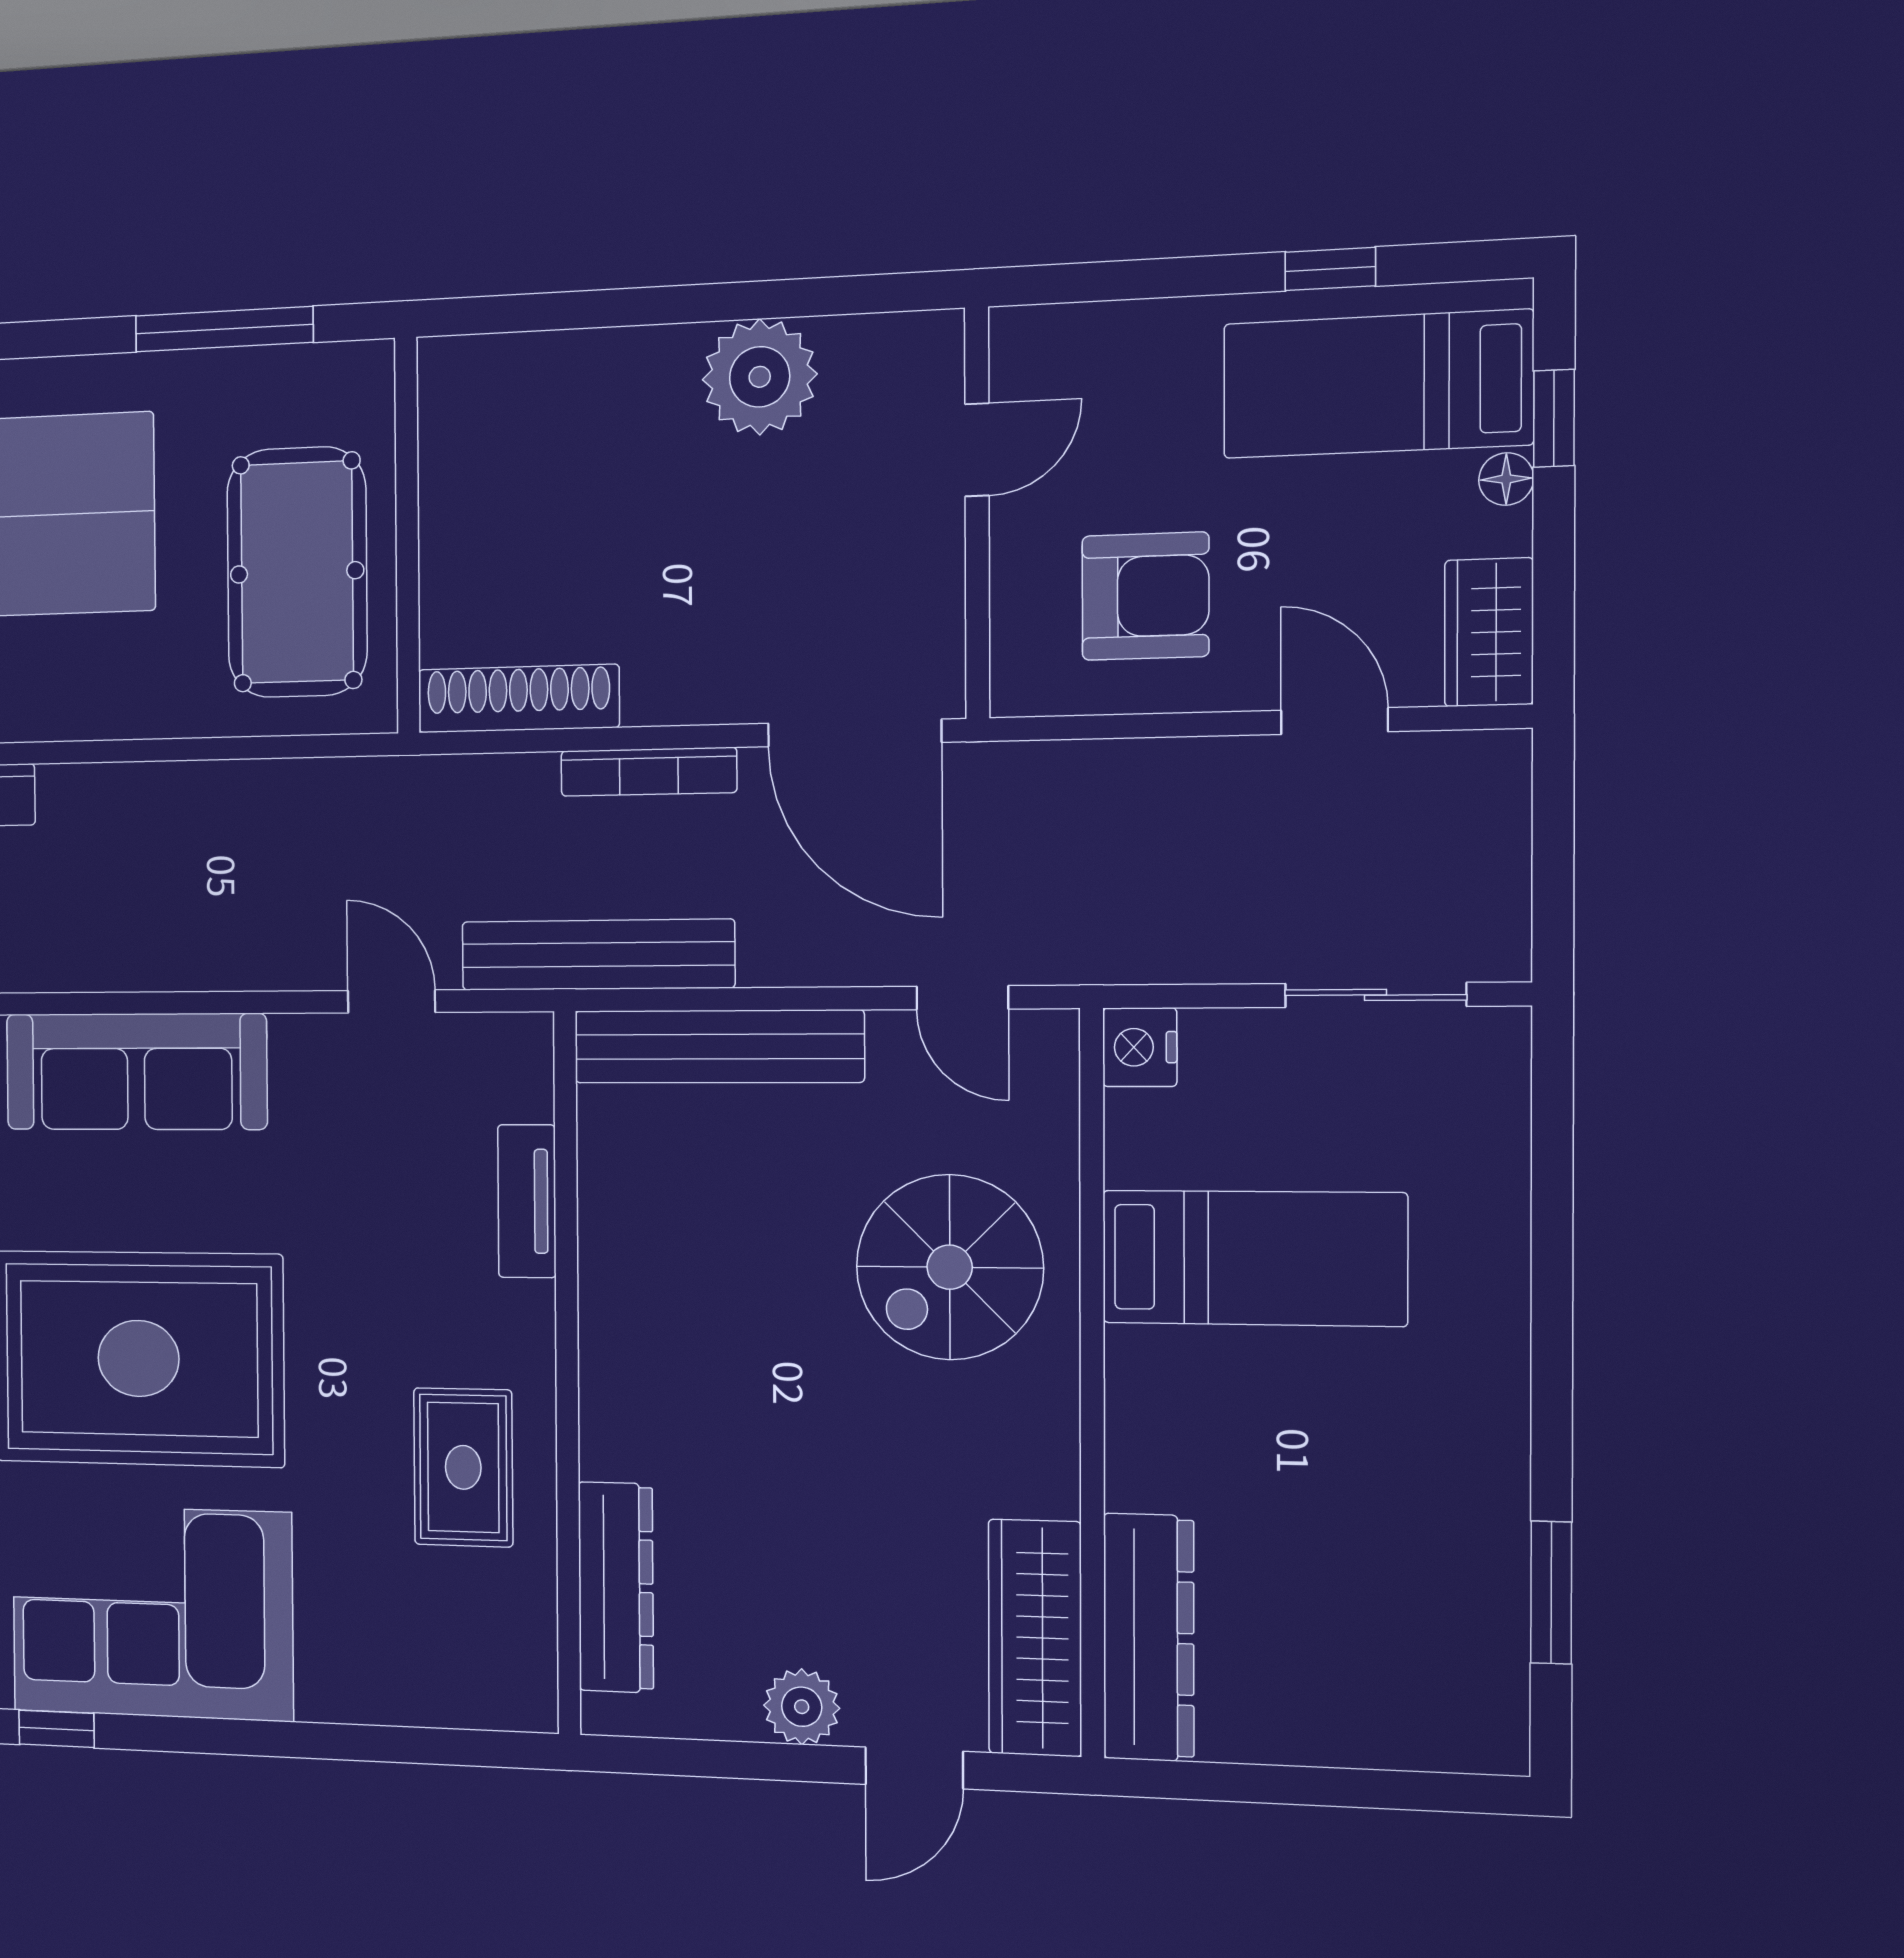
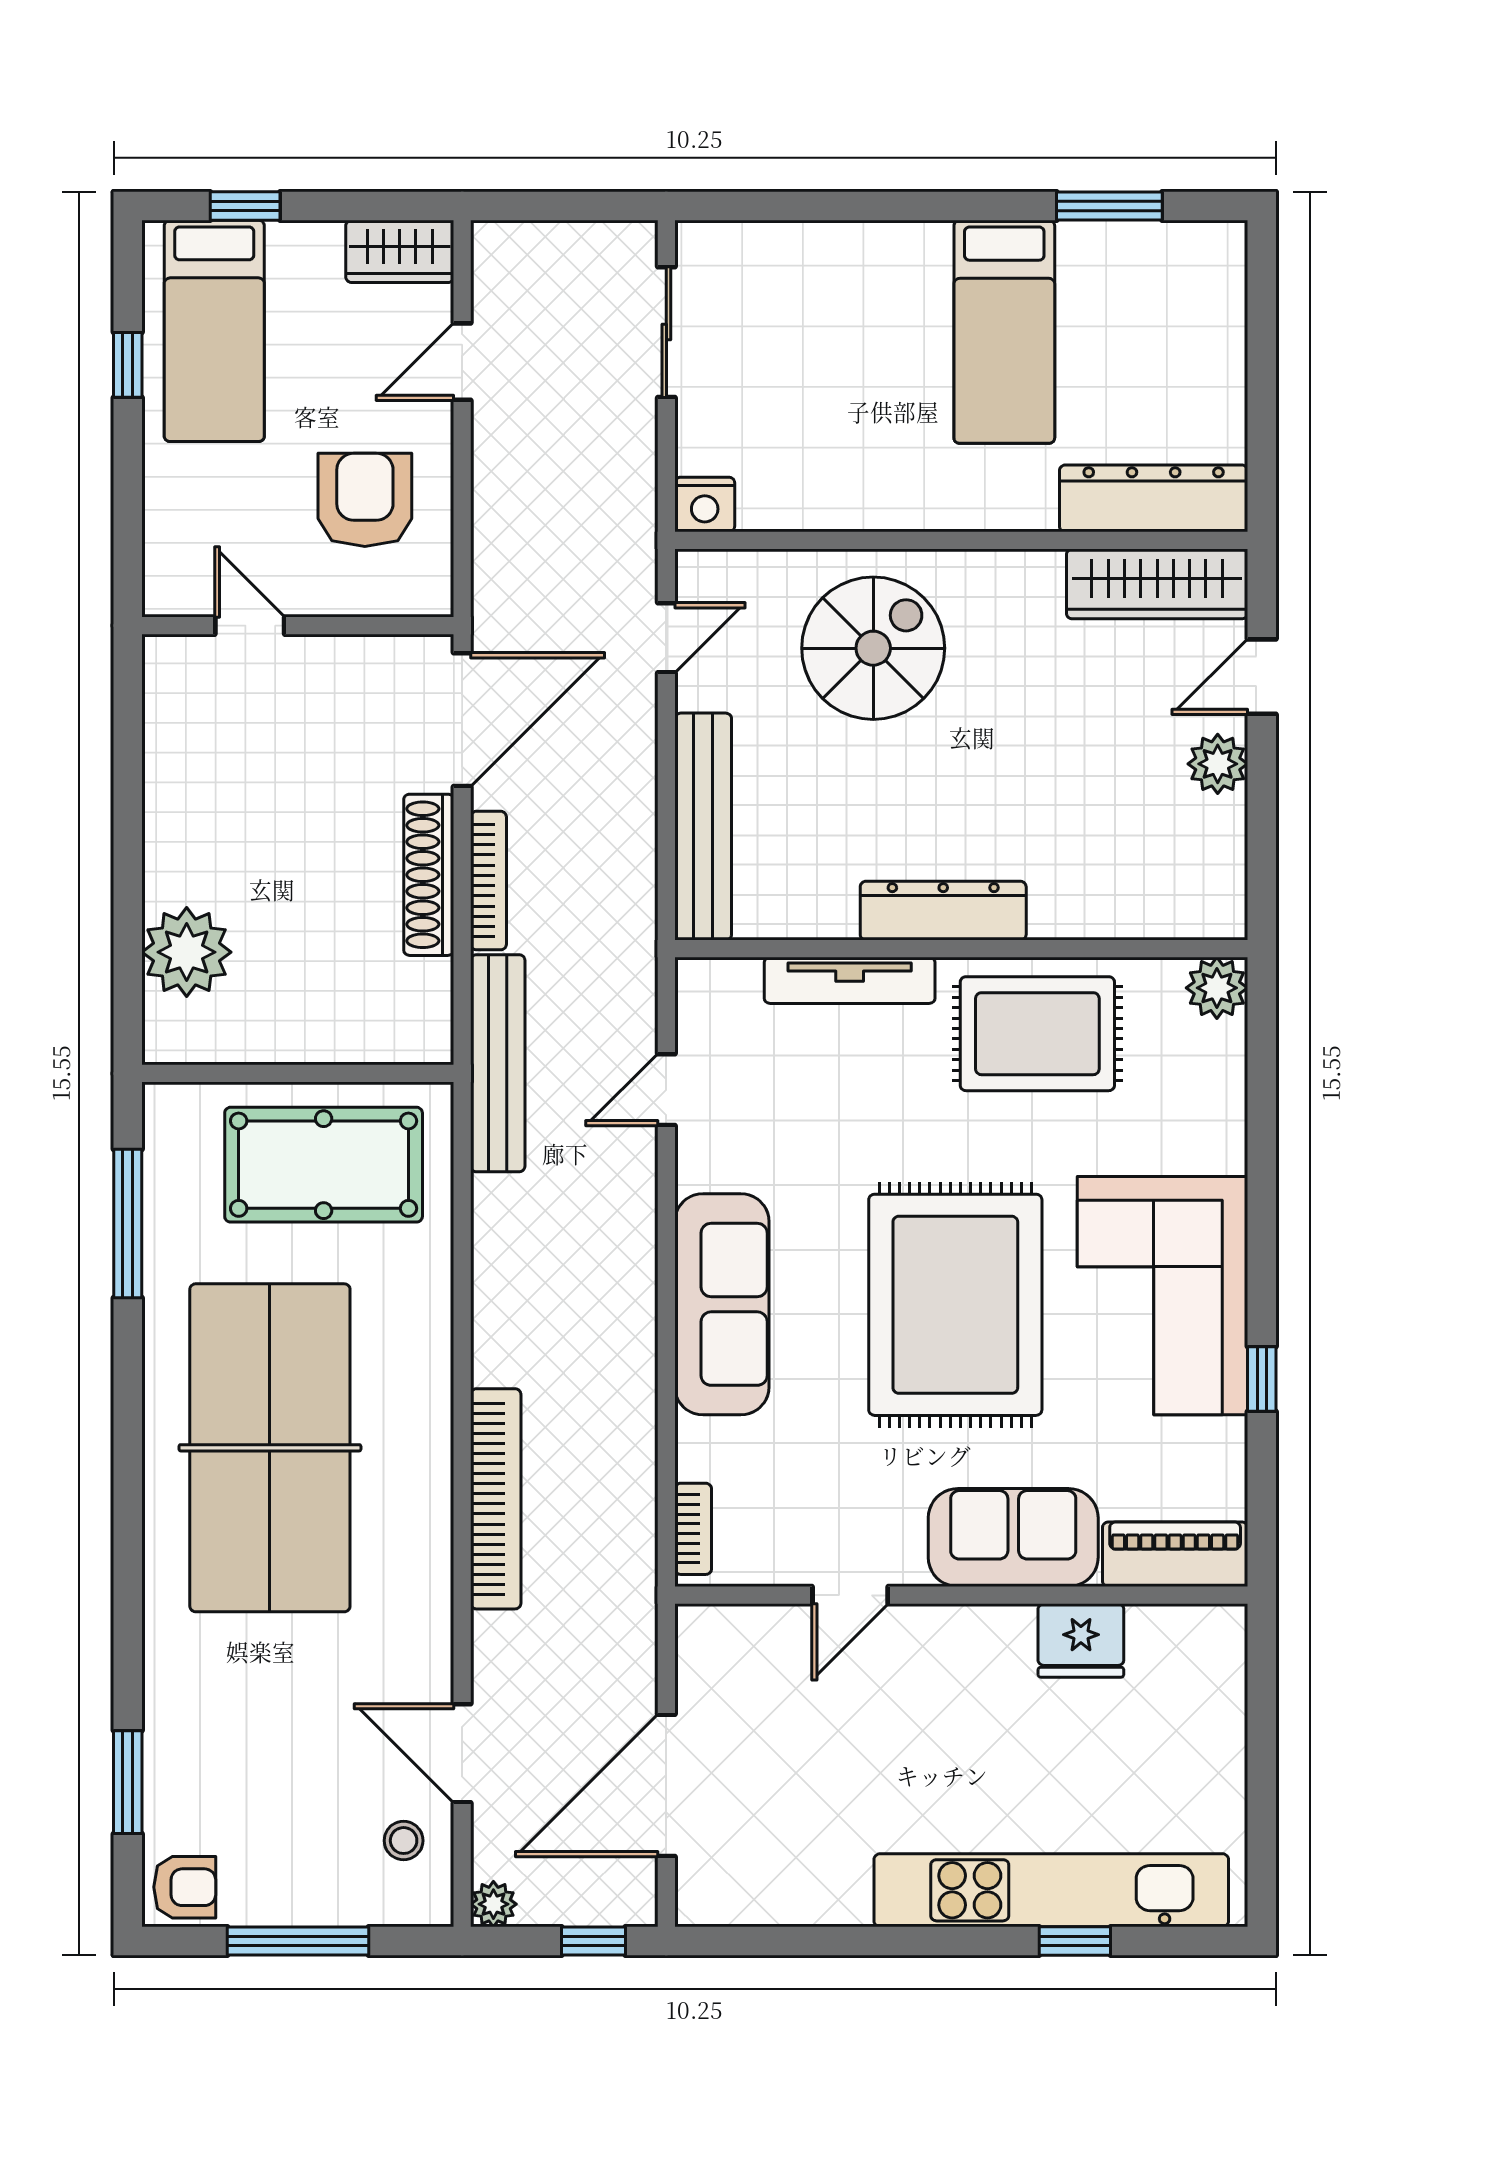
plant: (760, 377) -> (187, 952), moved
floor lamp: (1506, 479) -> (288, 239), removed
shoe rack: (518, 699) -> (429, 875), moved
bench: (598, 955) -> (498, 1063), moved
tv unit: (527, 1201) -> (850, 980), width x1.41
bed: (1254, 1258) -> (1004, 332), moved, turned 180
spiral stairs: (950, 1267) -> (873, 648), turned -90
rug: (463, 1467) -> (1037, 1034), width x1.36, depth x1.43
dresser: (616, 1587) -> (943, 911), moved
plant: (521, 1694) -> (1217, 988), added
door: (914, 1768) -> (1262, 677), swing flipped

